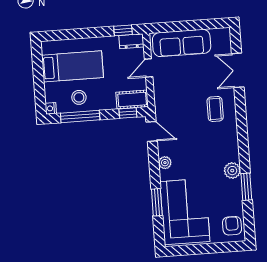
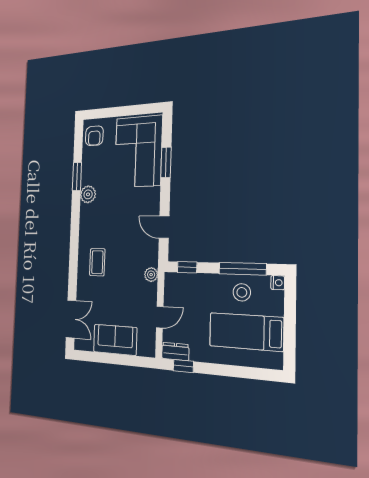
sofa: (182, 43) -> (115, 340), width x0.73
double door: (238, 70) -> (71, 319), moved
cot: (132, 100) -> (181, 283), removed
door: (152, 131) -> (164, 227), moved
plant: (165, 163) -> (151, 275), moved

